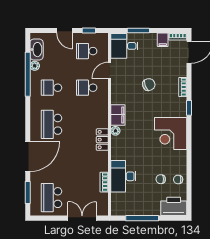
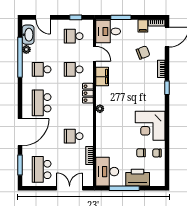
door: (65, 31) -> (43, 17), moved
door: (110, 70) -> (95, 54), swing flipped
chair: (149, 85) -> (143, 53), moved
filing cabinet: (118, 115) -> (102, 77), moved
corner desk: (171, 133) -> (150, 126), moved
locker: (102, 140) -> (88, 93), moved
school desk: (87, 161) -> (74, 136), added
desk: (123, 176) -> (107, 172), moved
printer: (174, 206) -> (138, 178), moved

